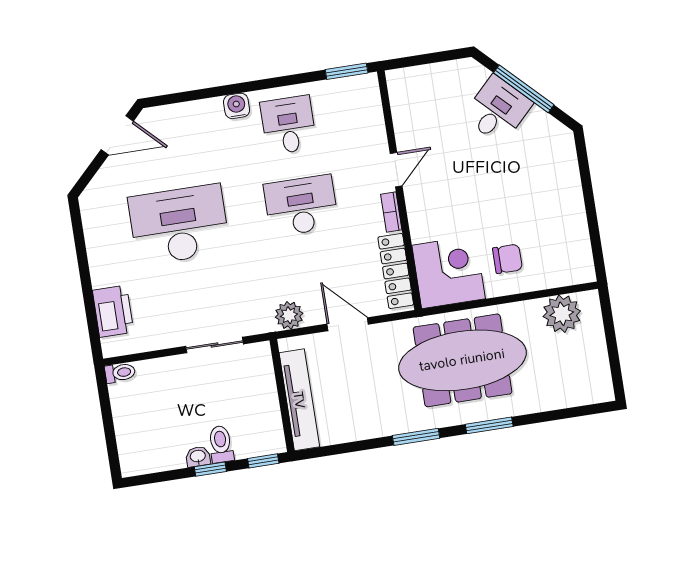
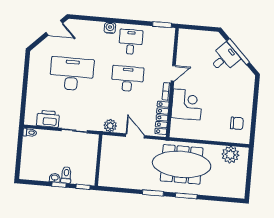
chair: (507, 259) -> (237, 123), moved
corner desk: (449, 272) -> (187, 105), moved
printer: (113, 311) -> (48, 119), moved, turned -90
tv unit: (299, 400) -> (106, 164), removed

